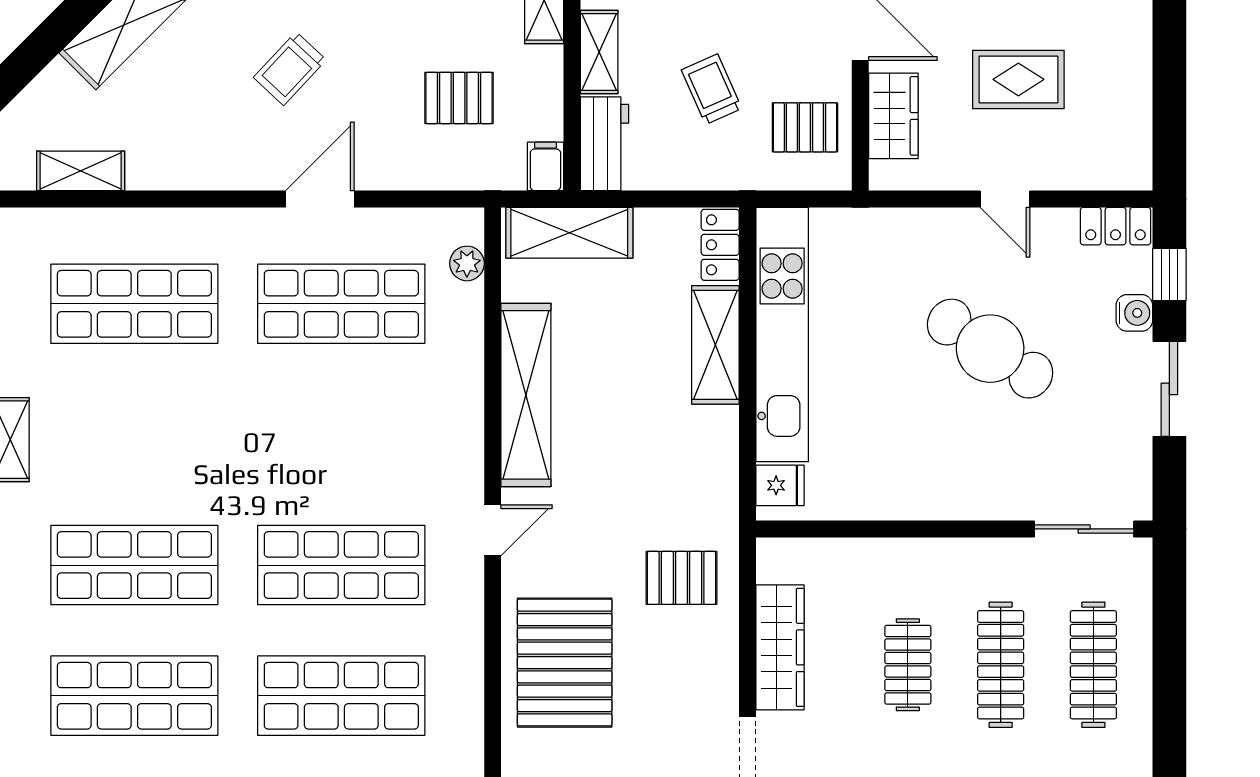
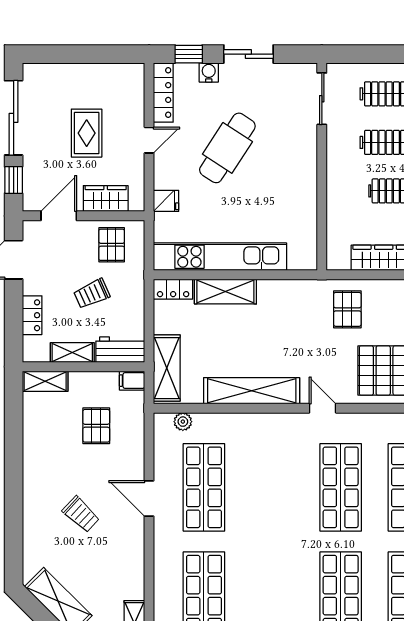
locker: (1116, 226) -> (163, 93), width x1.53
fridge: (780, 485) -> (166, 201), moved, turned 90

